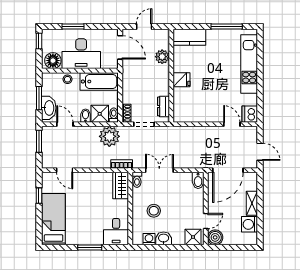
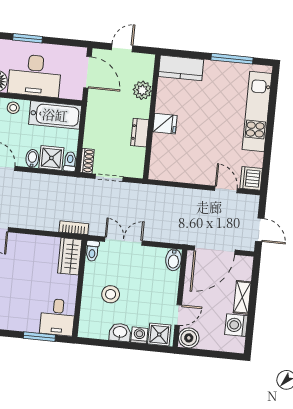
dresser: (163, 106) -> (140, 133), moved
plant: (109, 136) -> (61, 189), removed
washing machine: (149, 239) -> (139, 335), moved
window: (90, 248) -> (39, 337), moved

